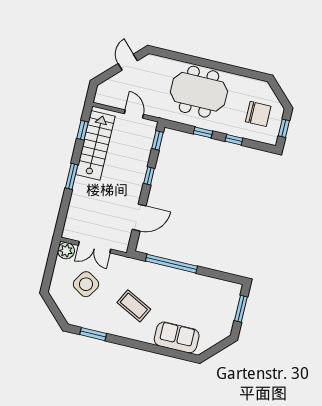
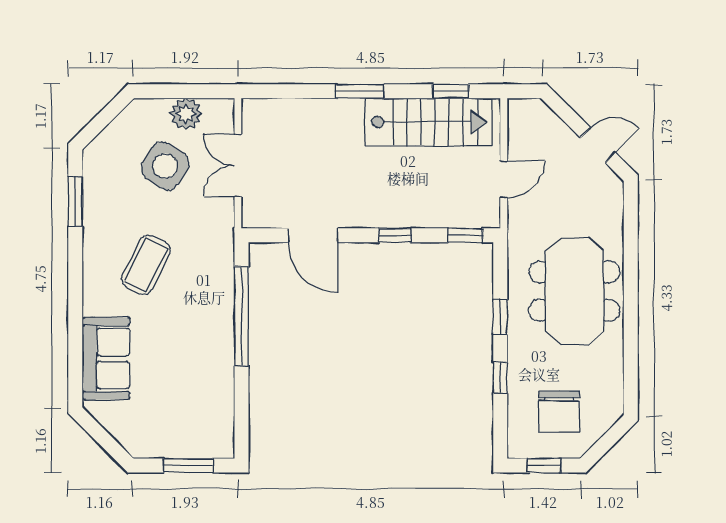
plant: (66, 251) -> (186, 114), moved

